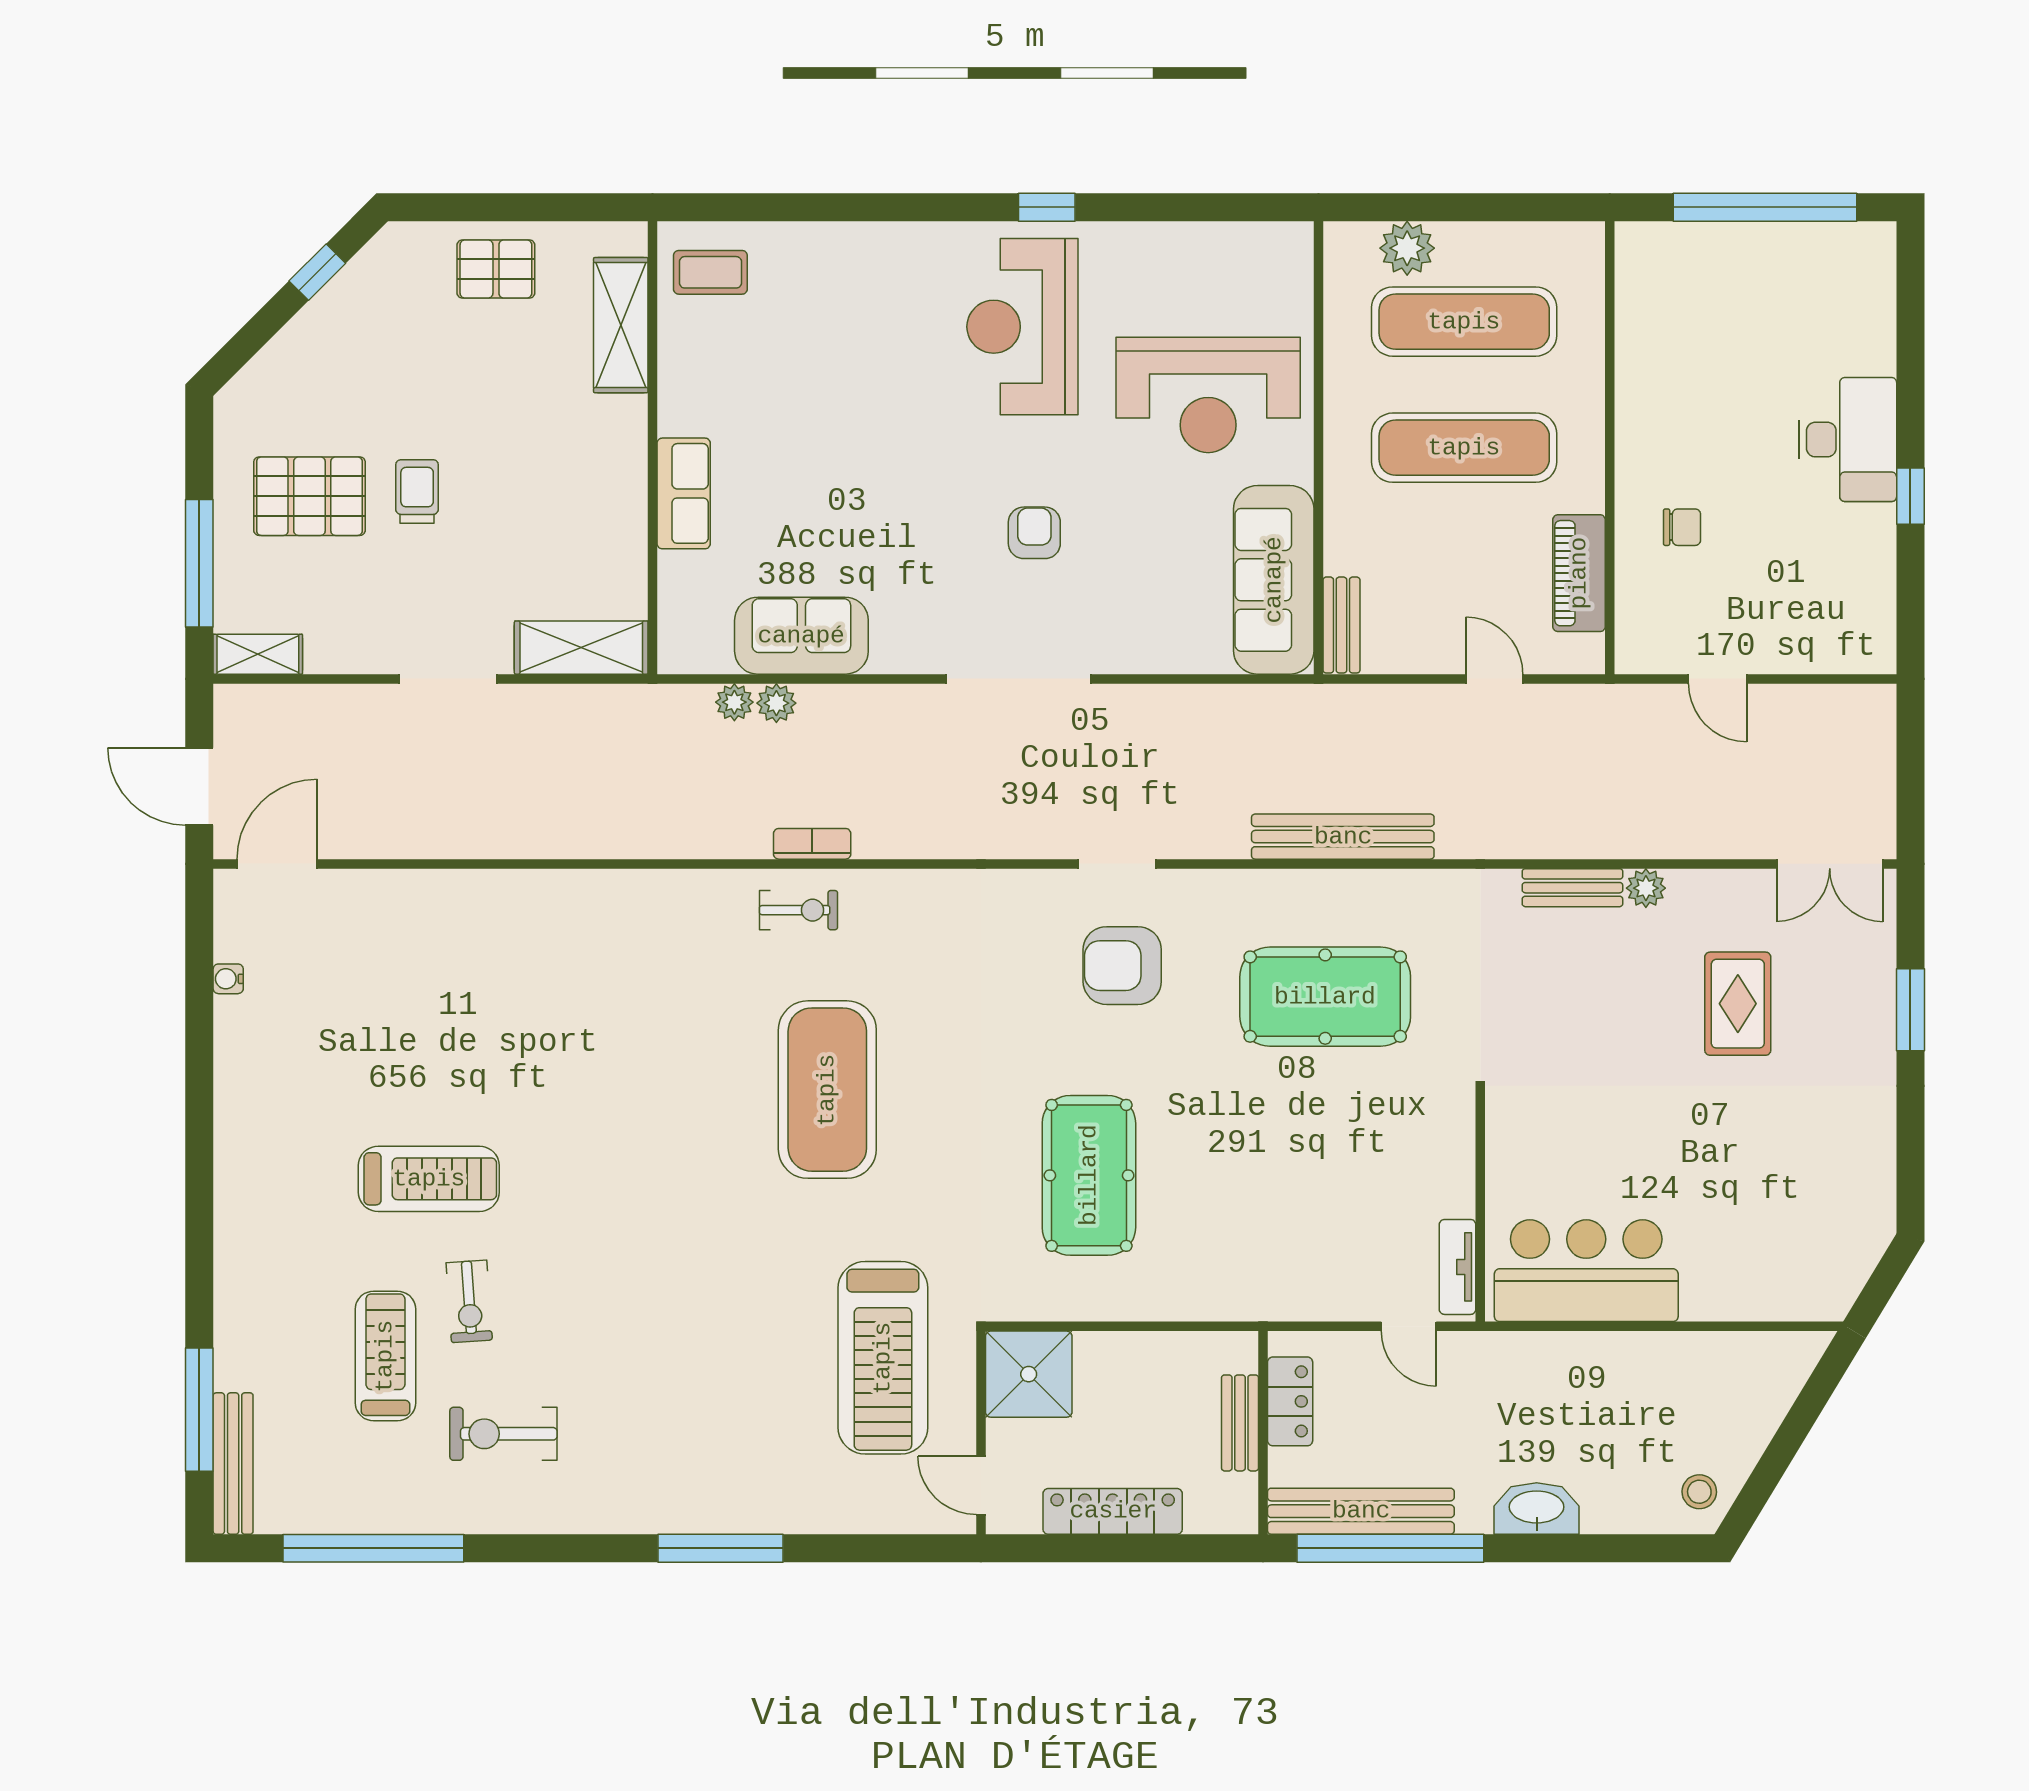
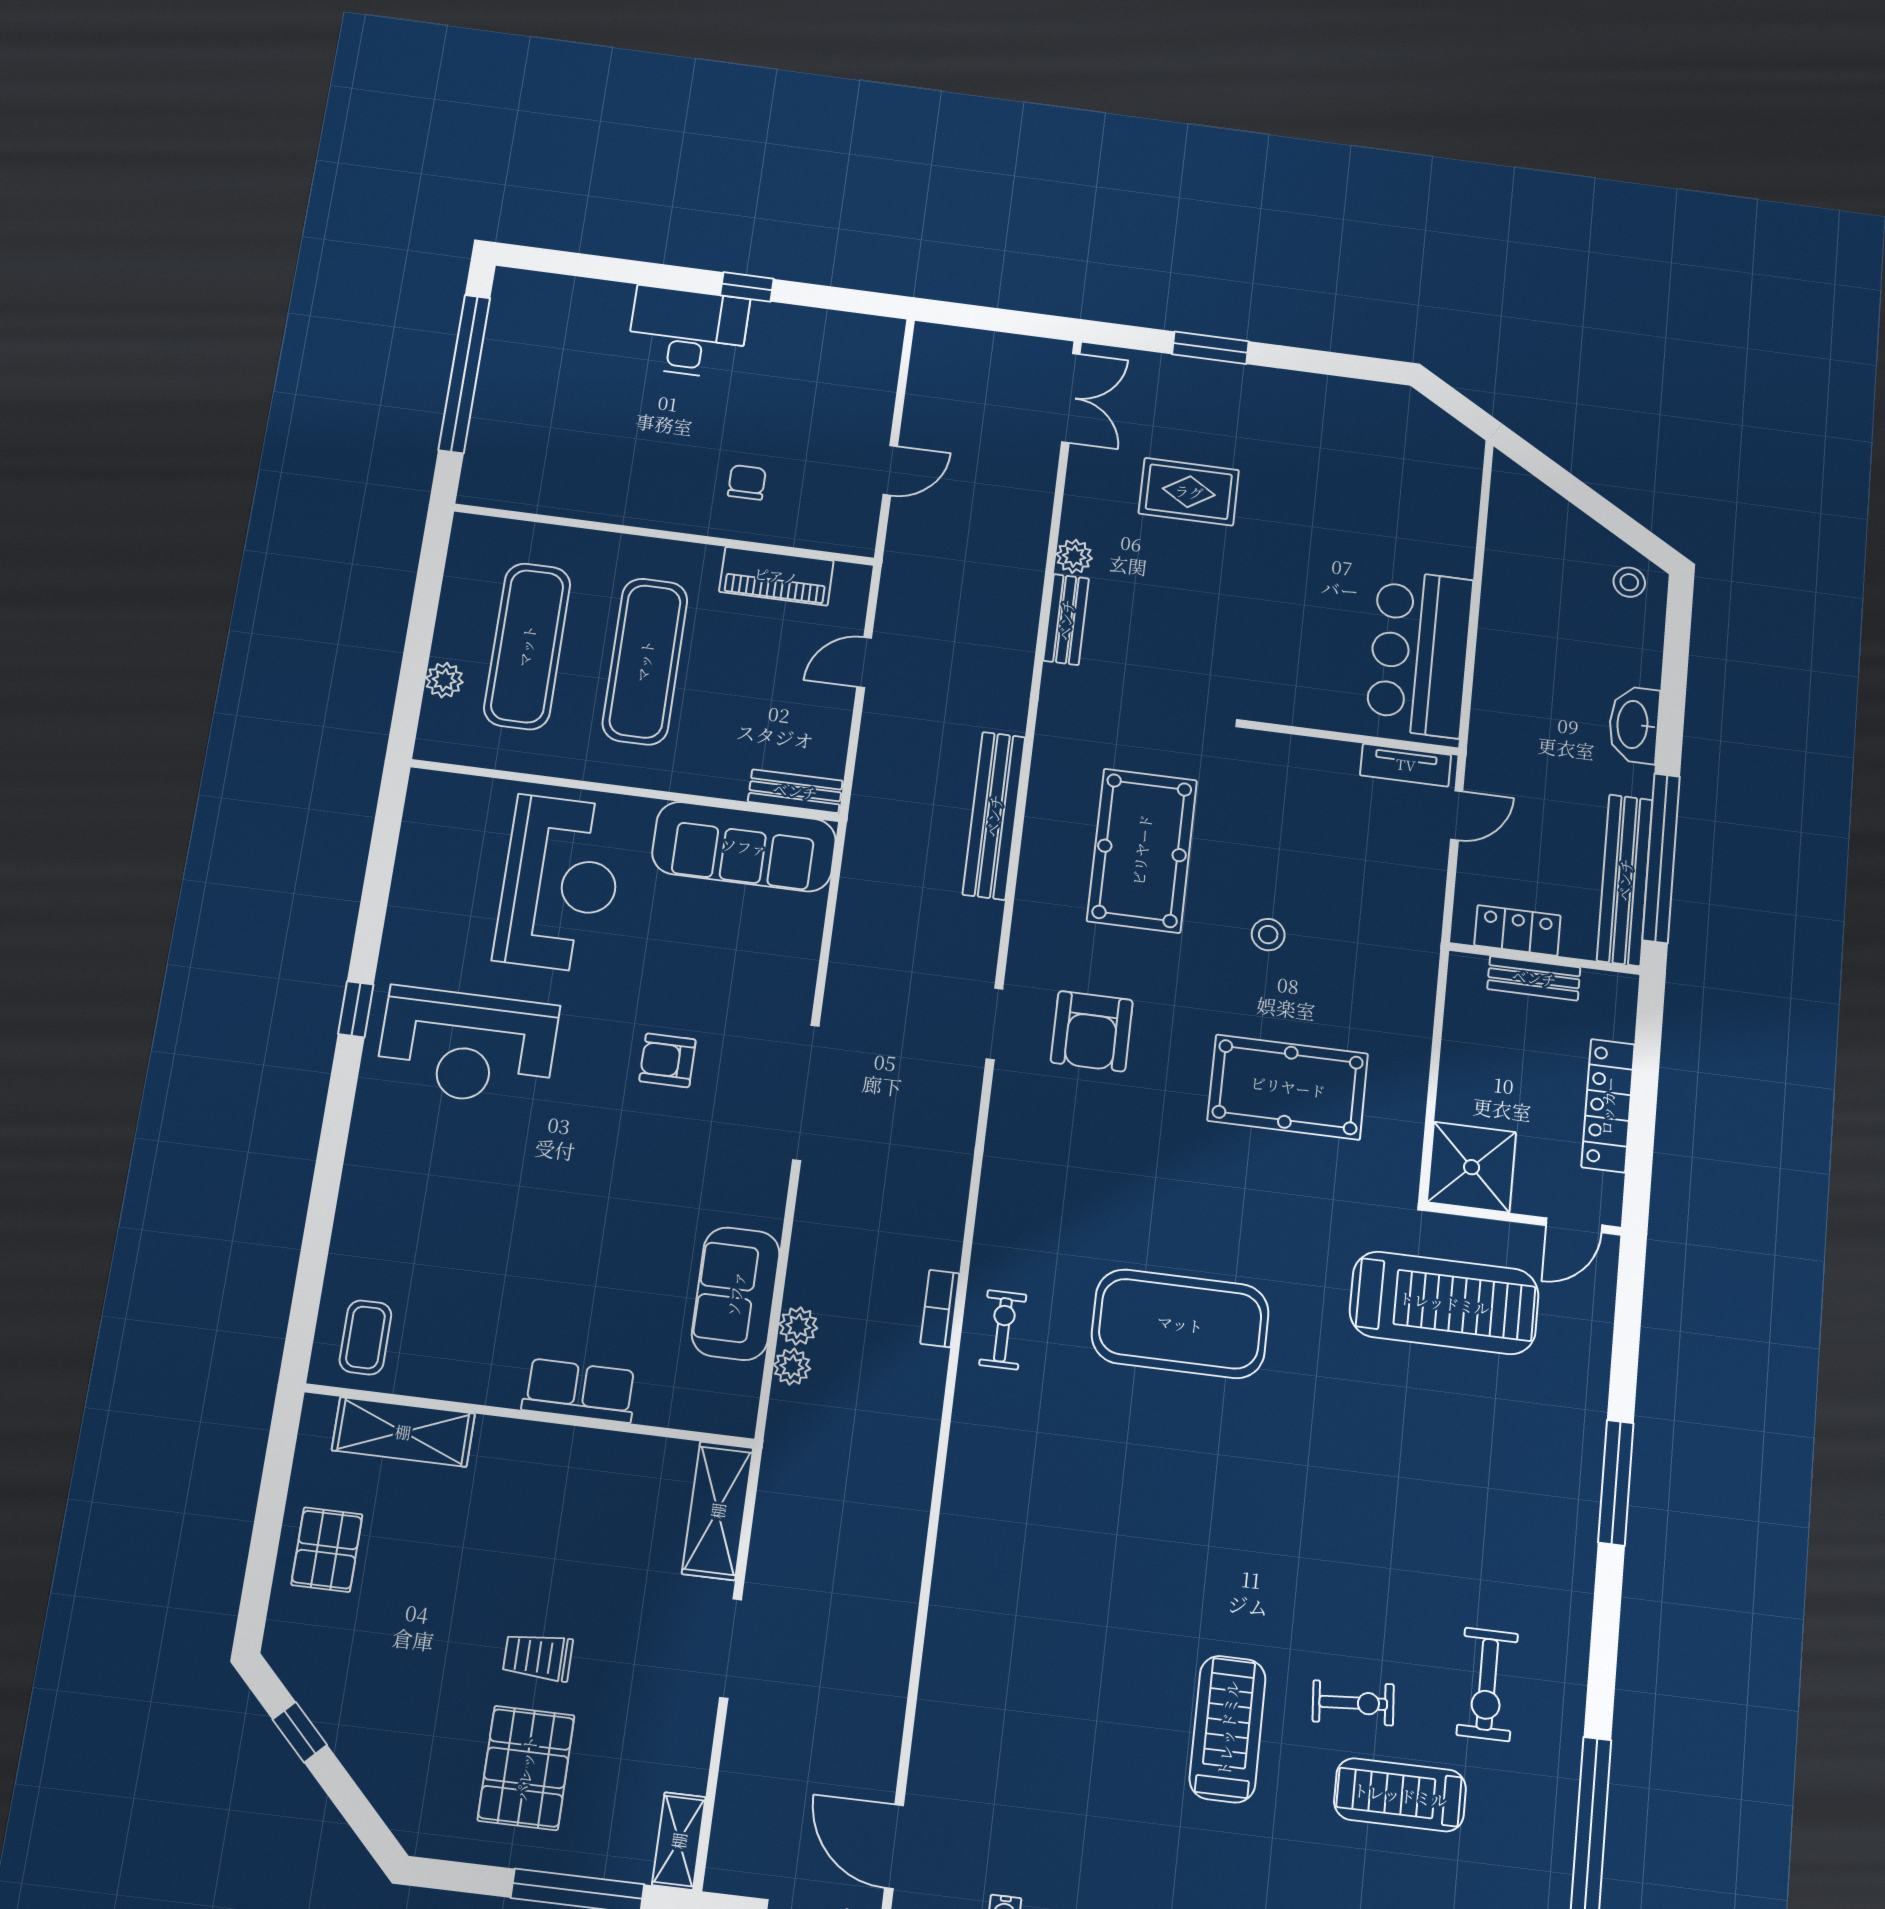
plant: (1407, 248) -> (444, 680), width x0.73, depth x0.73
stool: (1251, 1139) -> (1268, 935), added

